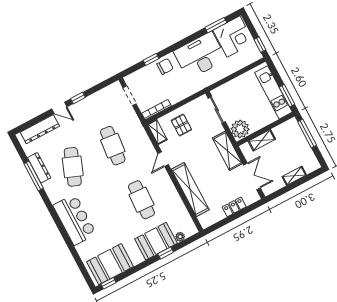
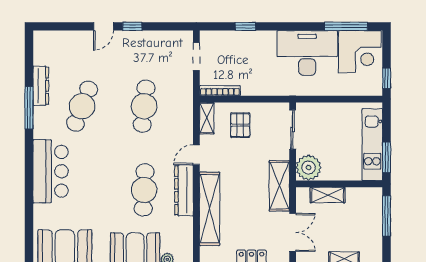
window: (216, 25) -> (346, 26), width x1.44
chair: (165, 66) -> (258, 44), removed
door: (59, 108) -> (104, 26), hinge flipped
dresser: (40, 129) -> (184, 190), moved, turned 90
window: (34, 176) -> (29, 108), moved

